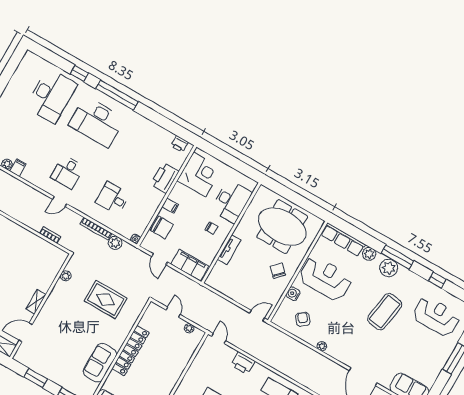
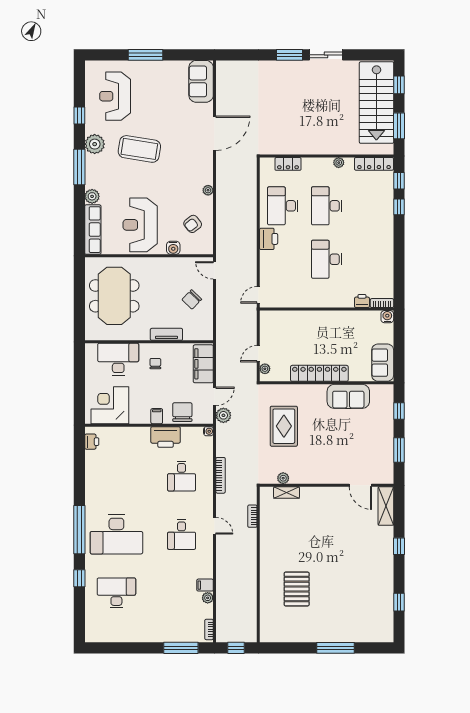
desk: (51, 96) -> (116, 593), width x0.73, depth x0.77
desk: (97, 122) -> (116, 534), turned 90
desk: (68, 172) -> (182, 534), turned 90
printer: (165, 178) -> (166, 437), moved
plant: (115, 243) -> (223, 415), moved
plant: (389, 268) -> (95, 144), moved
chair: (278, 271) -> (192, 299), moved
shelving: (36, 302) -> (287, 492), moved
plant: (189, 328) -> (265, 369), moved
printer: (243, 363) -> (269, 239), moved

